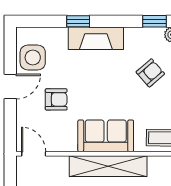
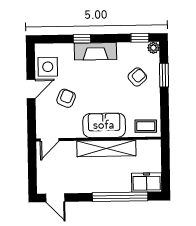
armchair: (56, 99) -> (66, 98), turned -67
door: (34, 154) -> (50, 140), swing flipped

